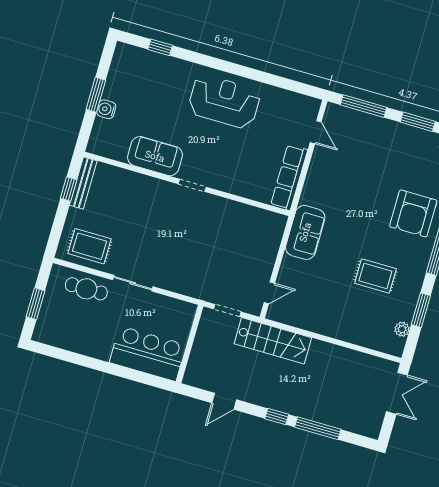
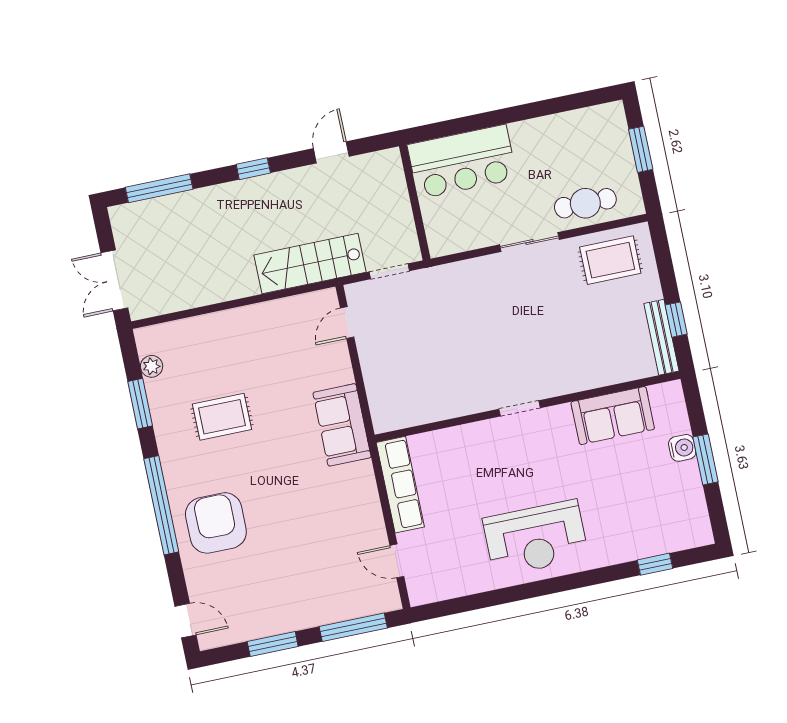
sofa: (155, 156) -> (613, 416), moved
window: (318, 428) -> (159, 188), moved

